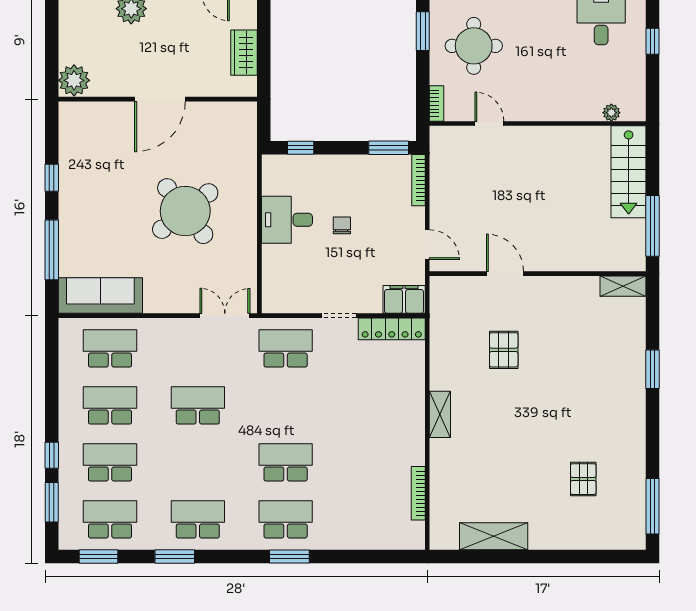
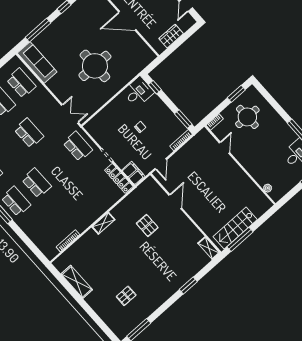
stairs: (629, 172) -> (235, 228), moved
round table: (185, 211) -> (95, 66), turned 38
desk: (287, 220) -> (138, 92), moved, turned 90
pallet: (504, 350) -> (147, 225), turned 90

